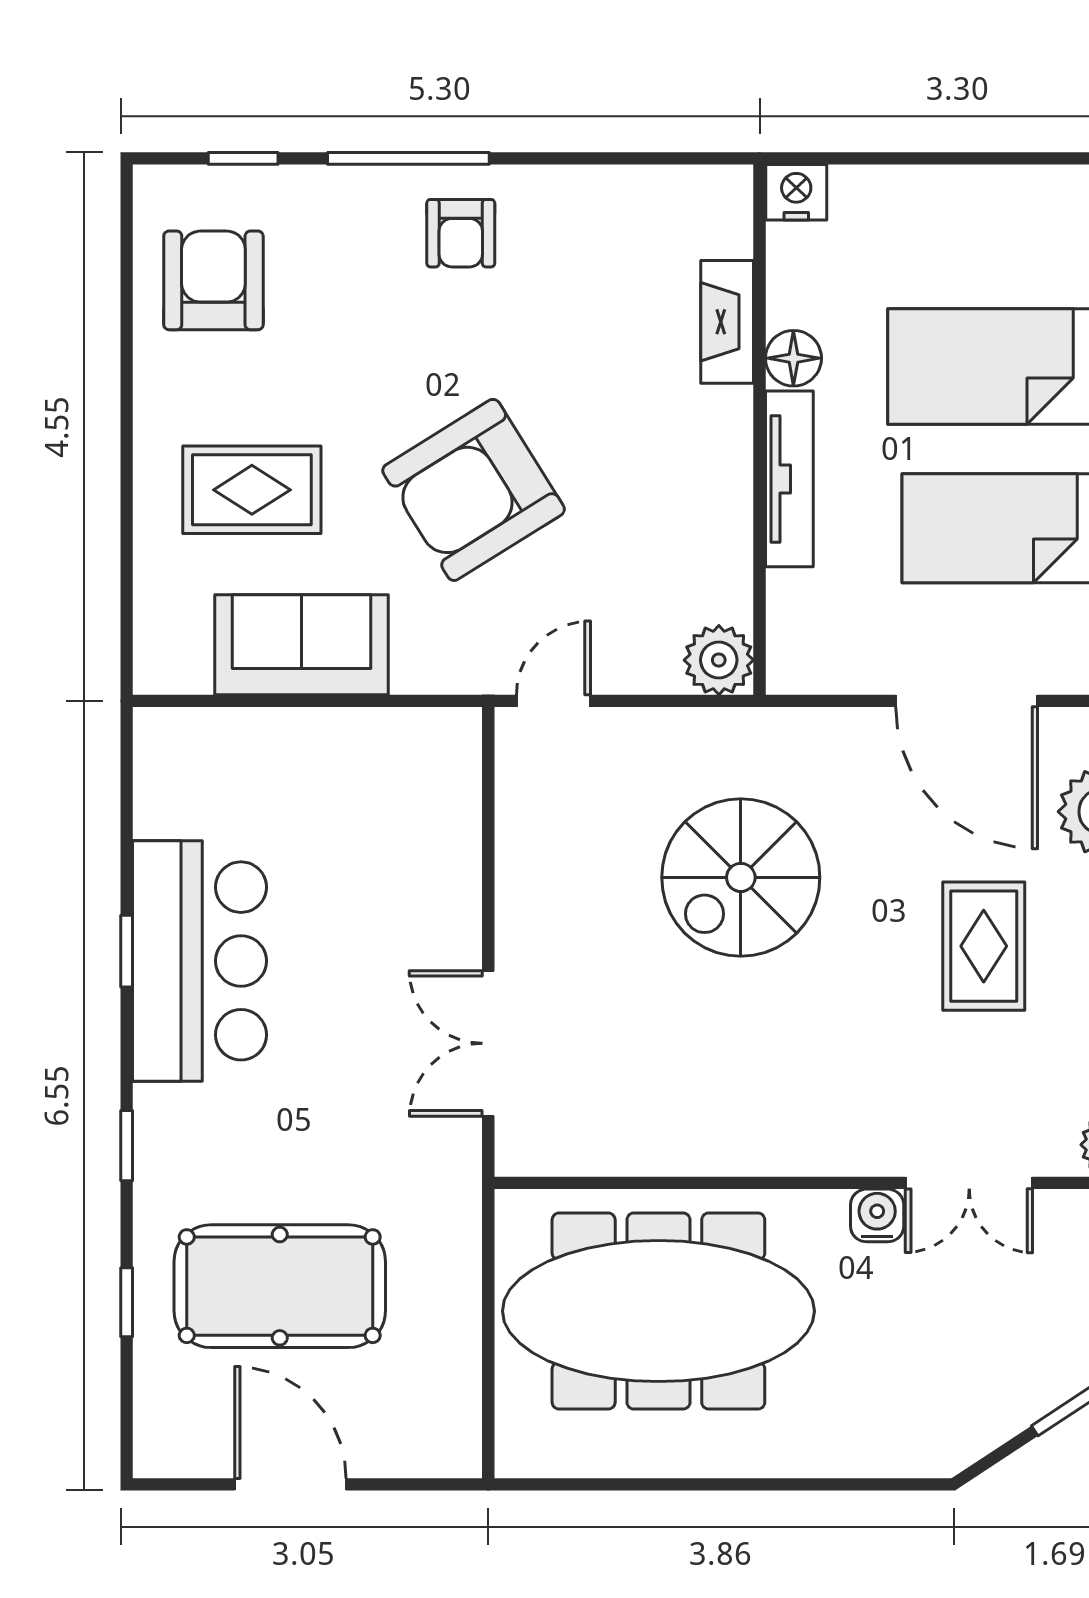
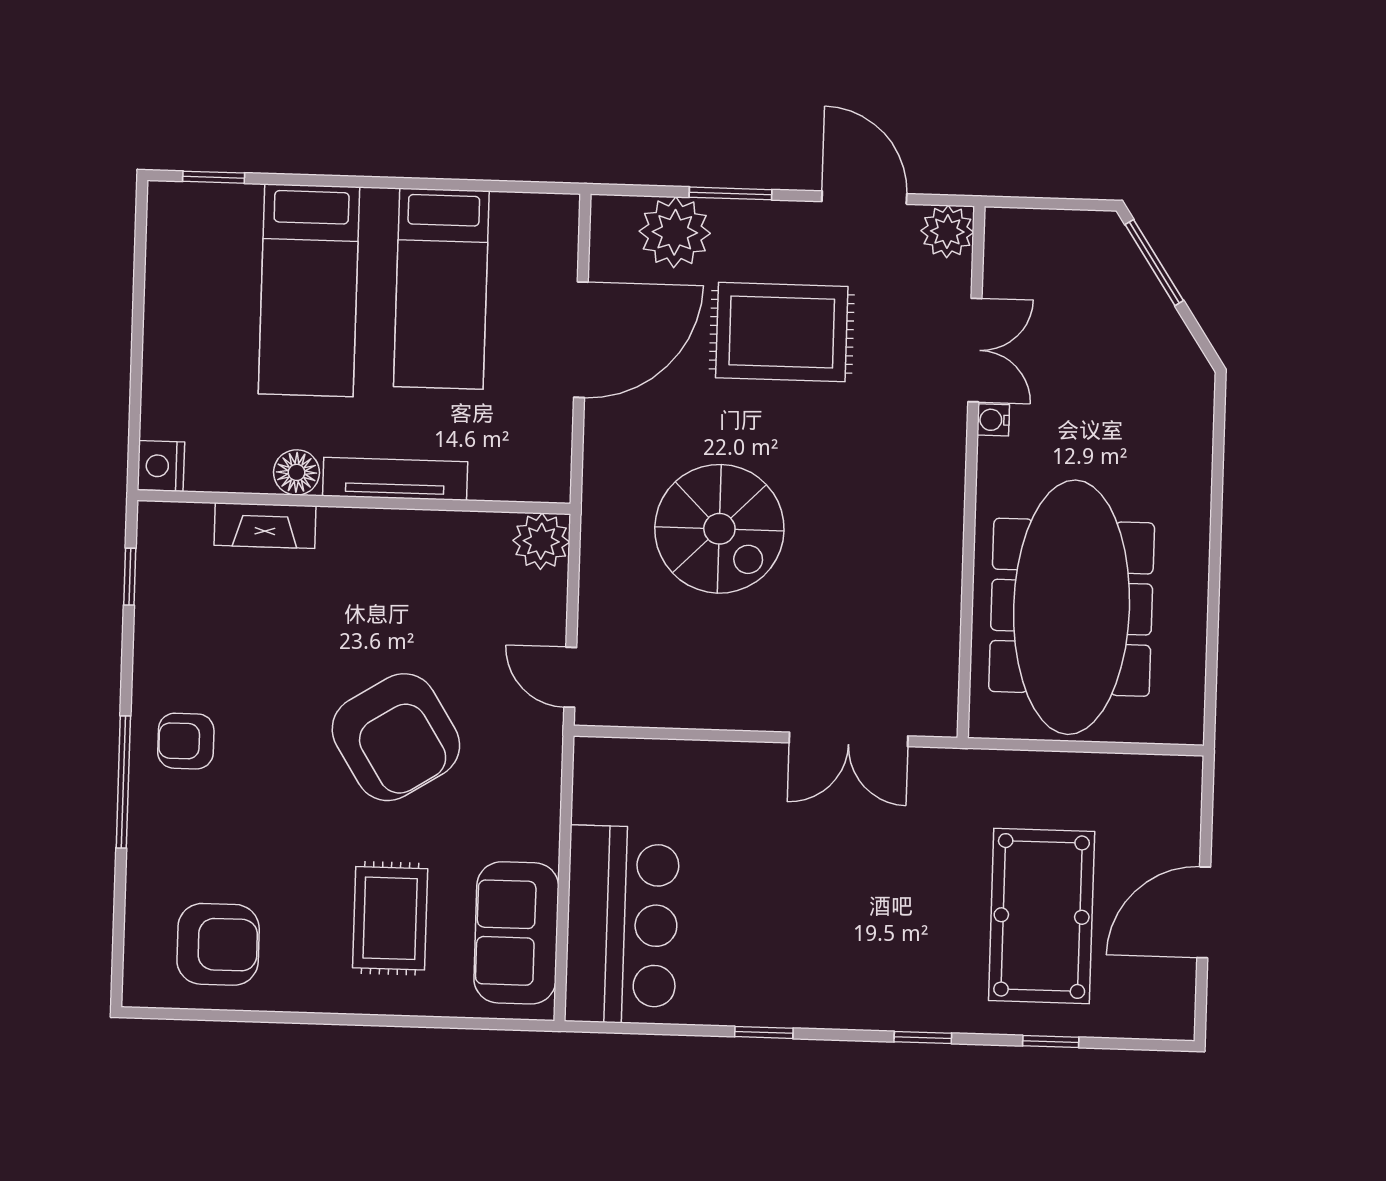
window: (243, 158) -> (130, 577), moved
armchair: (461, 233) -> (186, 741), turned 180
armchair: (213, 280) -> (218, 944), turned 180
sofa: (301, 645) -> (516, 933), moved
rug: (984, 946) -> (782, 332), width x1.36, depth x1.43
bar counter: (200, 961) -> (622, 925), moved, turned 90
water cooler: (877, 1215) -> (993, 420), width x0.72, depth x0.72

